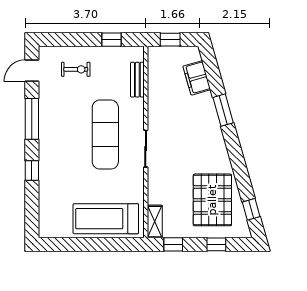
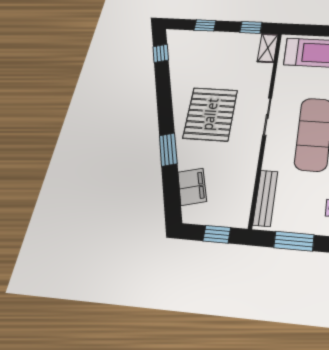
window: (111, 40) -> (294, 241), width x1.50
bench: (137, 80) -> (265, 198), width x1.36
pallet: (212, 200) -> (210, 114), moved

